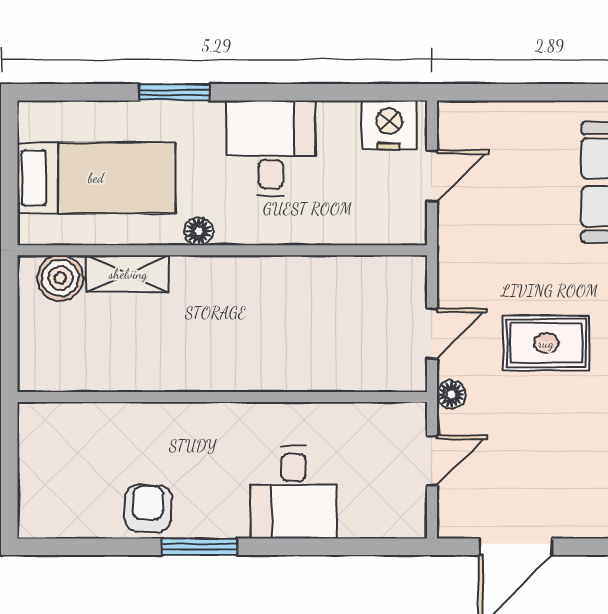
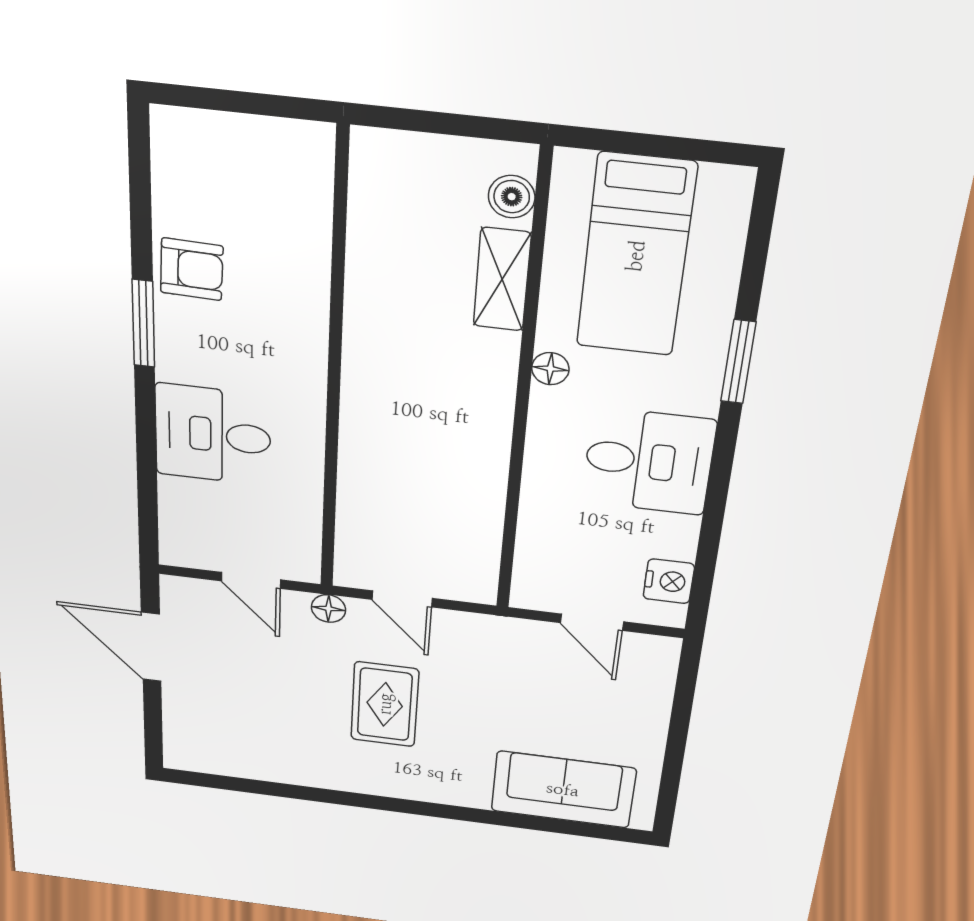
nightstand: (389, 125) -> (669, 581), width x0.74, depth x0.75
boiler: (60, 278) -> (512, 197), width x0.73, depth x0.73

